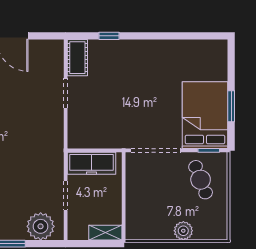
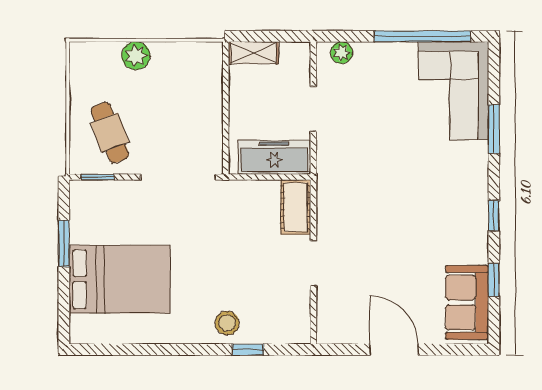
stool: (123, 53) -> (227, 323), added
cot: (77, 58) -> (296, 207), moved
bed: (205, 115) -> (120, 279), moved, turned -90
plant: (41, 226) -> (342, 53), width x0.53, depth x0.53

